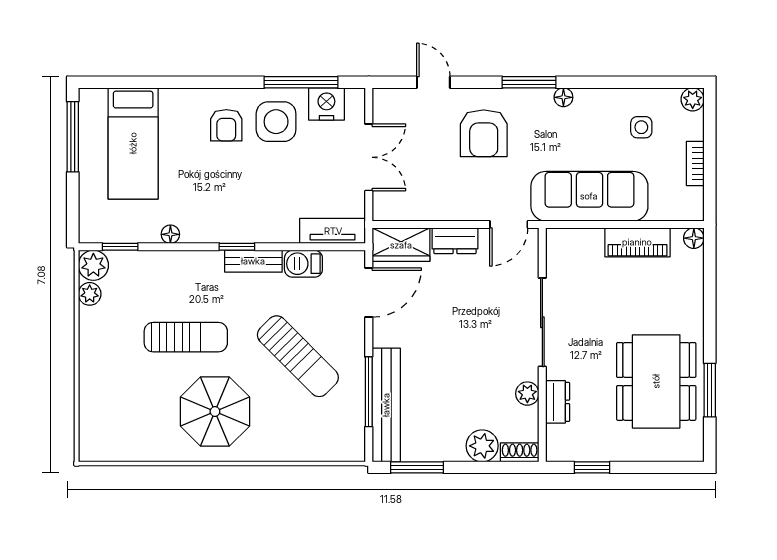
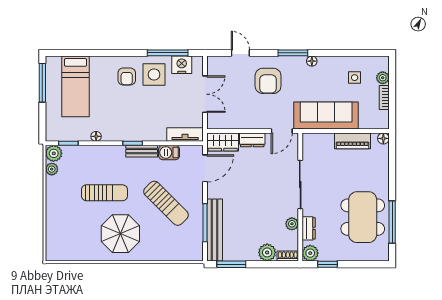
plant: (693, 99) -> (383, 78), moved
window: (710, 390) -> (392, 222), width x1.44
plant: (561, 447) -> (310, 253), added

